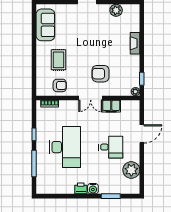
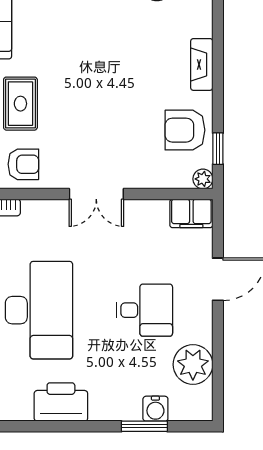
armchair: (100, 74) -> (185, 130), moved
filing cabinet: (111, 106) -> (191, 213), moved
printer: (81, 188) -> (61, 402), width x1.87, depth x1.48
water cooler: (93, 189) -> (155, 409), moved

